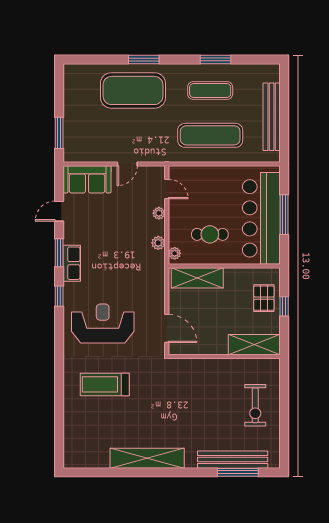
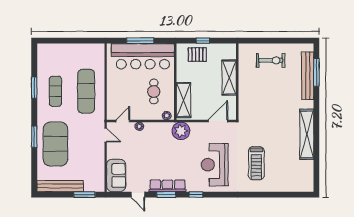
bench: (272, 117) -> (60, 186), moved
door: (127, 164) -> (106, 135), moved
plant: (158, 243) -> (181, 131), moved, width x1.88, depth x1.88
row of seats: (72, 263) -> (168, 186), width x1.48
shelving: (254, 345) -> (229, 78), moved

